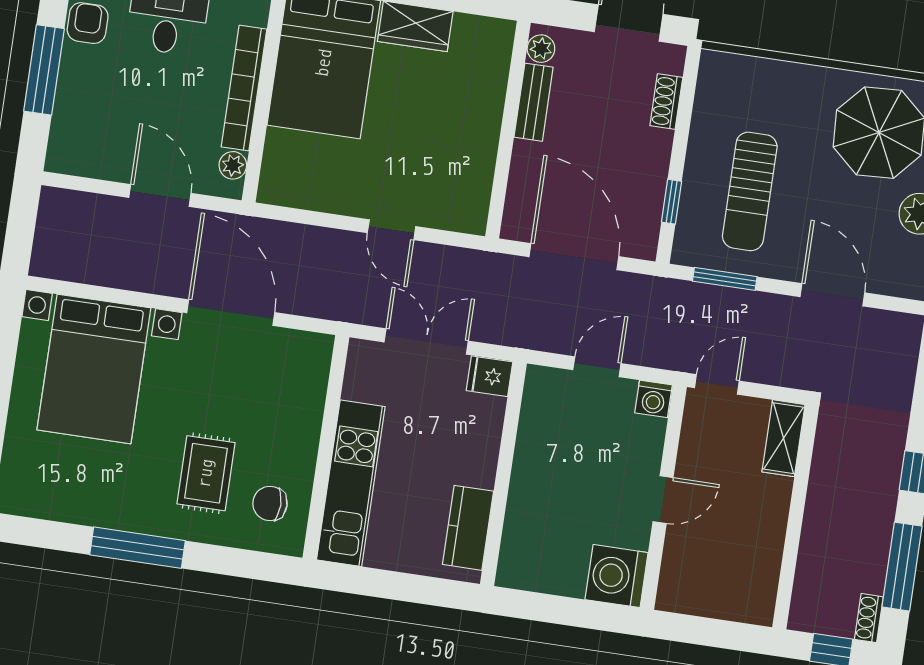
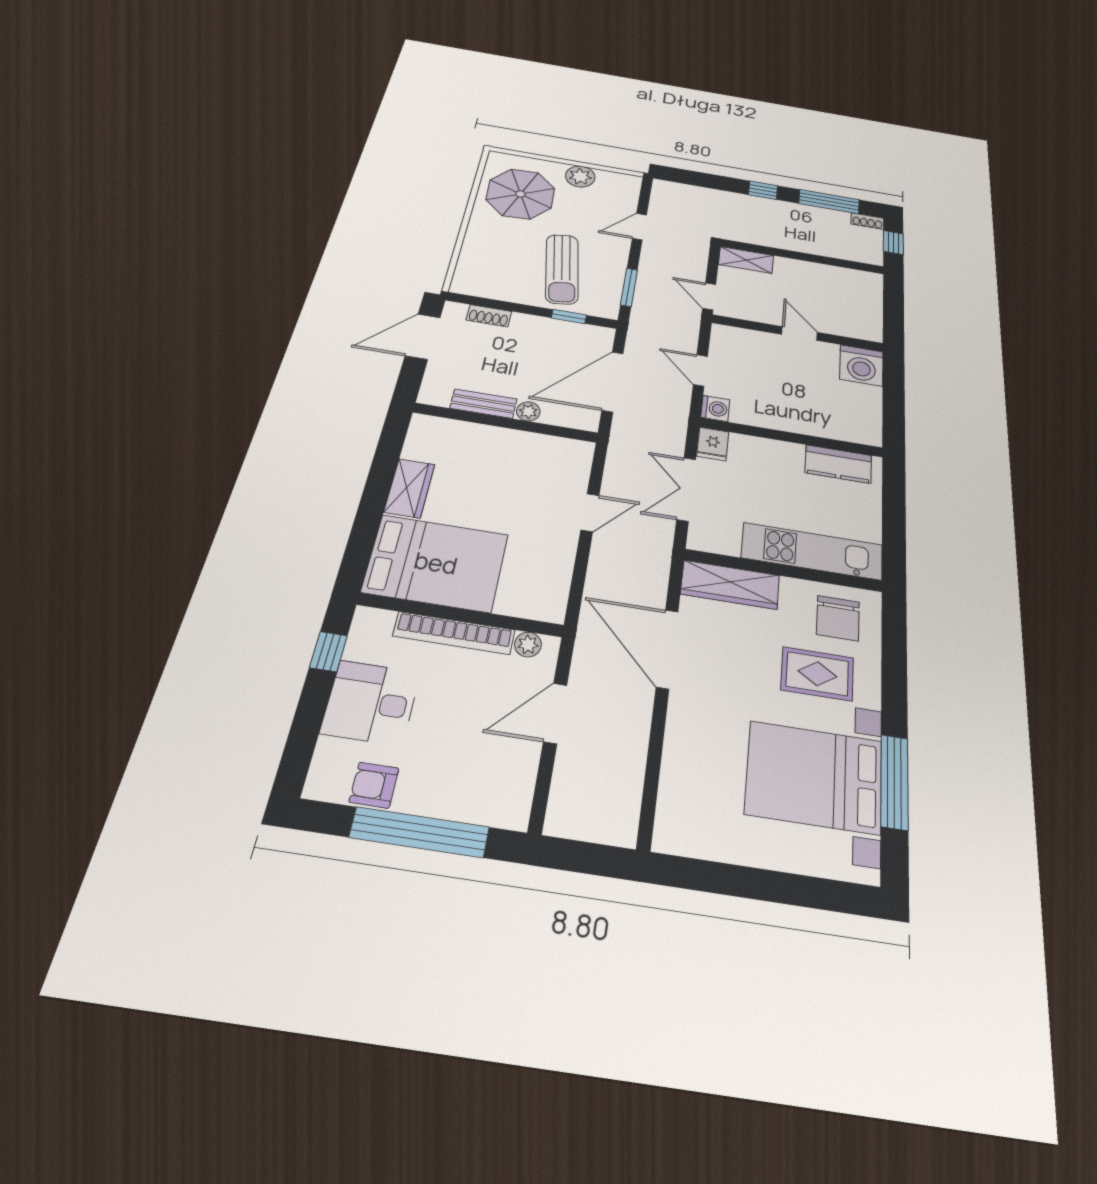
plant: (541, 49) -> (528, 411), moved
window: (44, 70) -> (419, 832), width x1.46
sun lounger: (750, 191) -> (562, 269), turned 81
door: (832, 295) -> (639, 227), width x0.73
door: (231, 313) -> (667, 649), hinge flipped
bed with nightstands: (94, 369) -> (814, 777), moved, turned 180
wardrobe: (307, 385) -> (730, 585), added
washing machine: (654, 399) -> (715, 408), moved
chair: (270, 503) -> (838, 618), width x1.37, depth x1.37
window: (137, 548) -> (894, 782), moved

